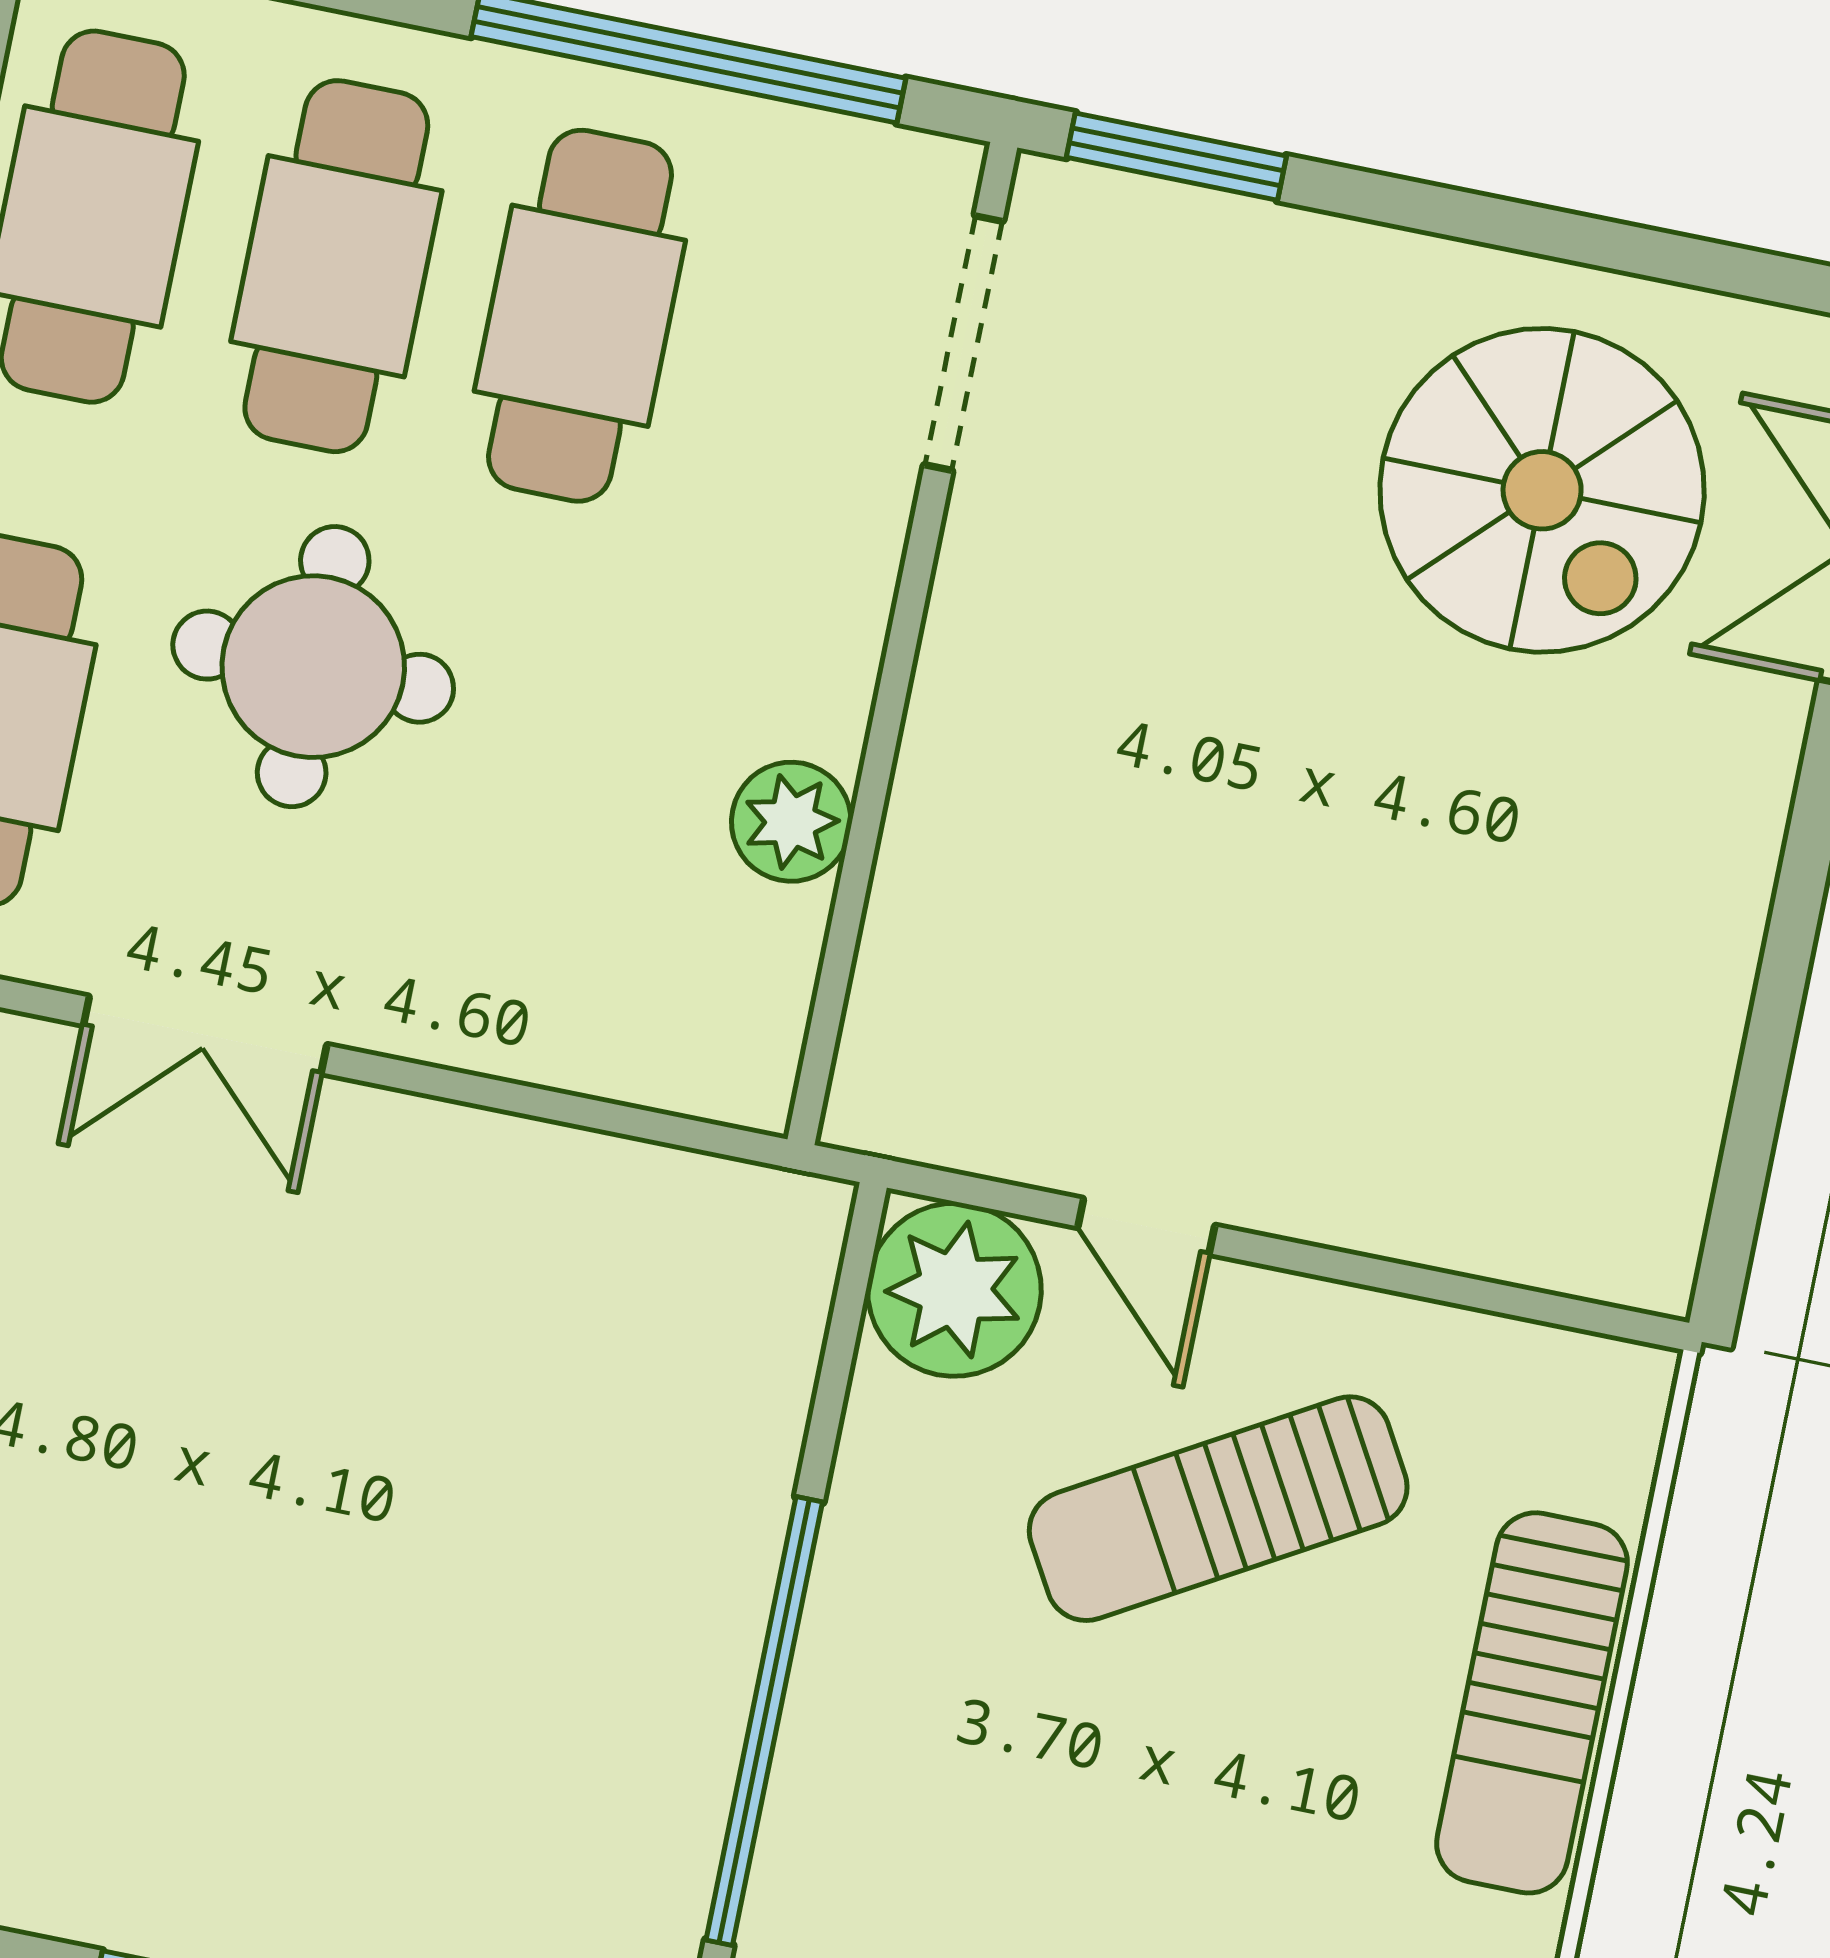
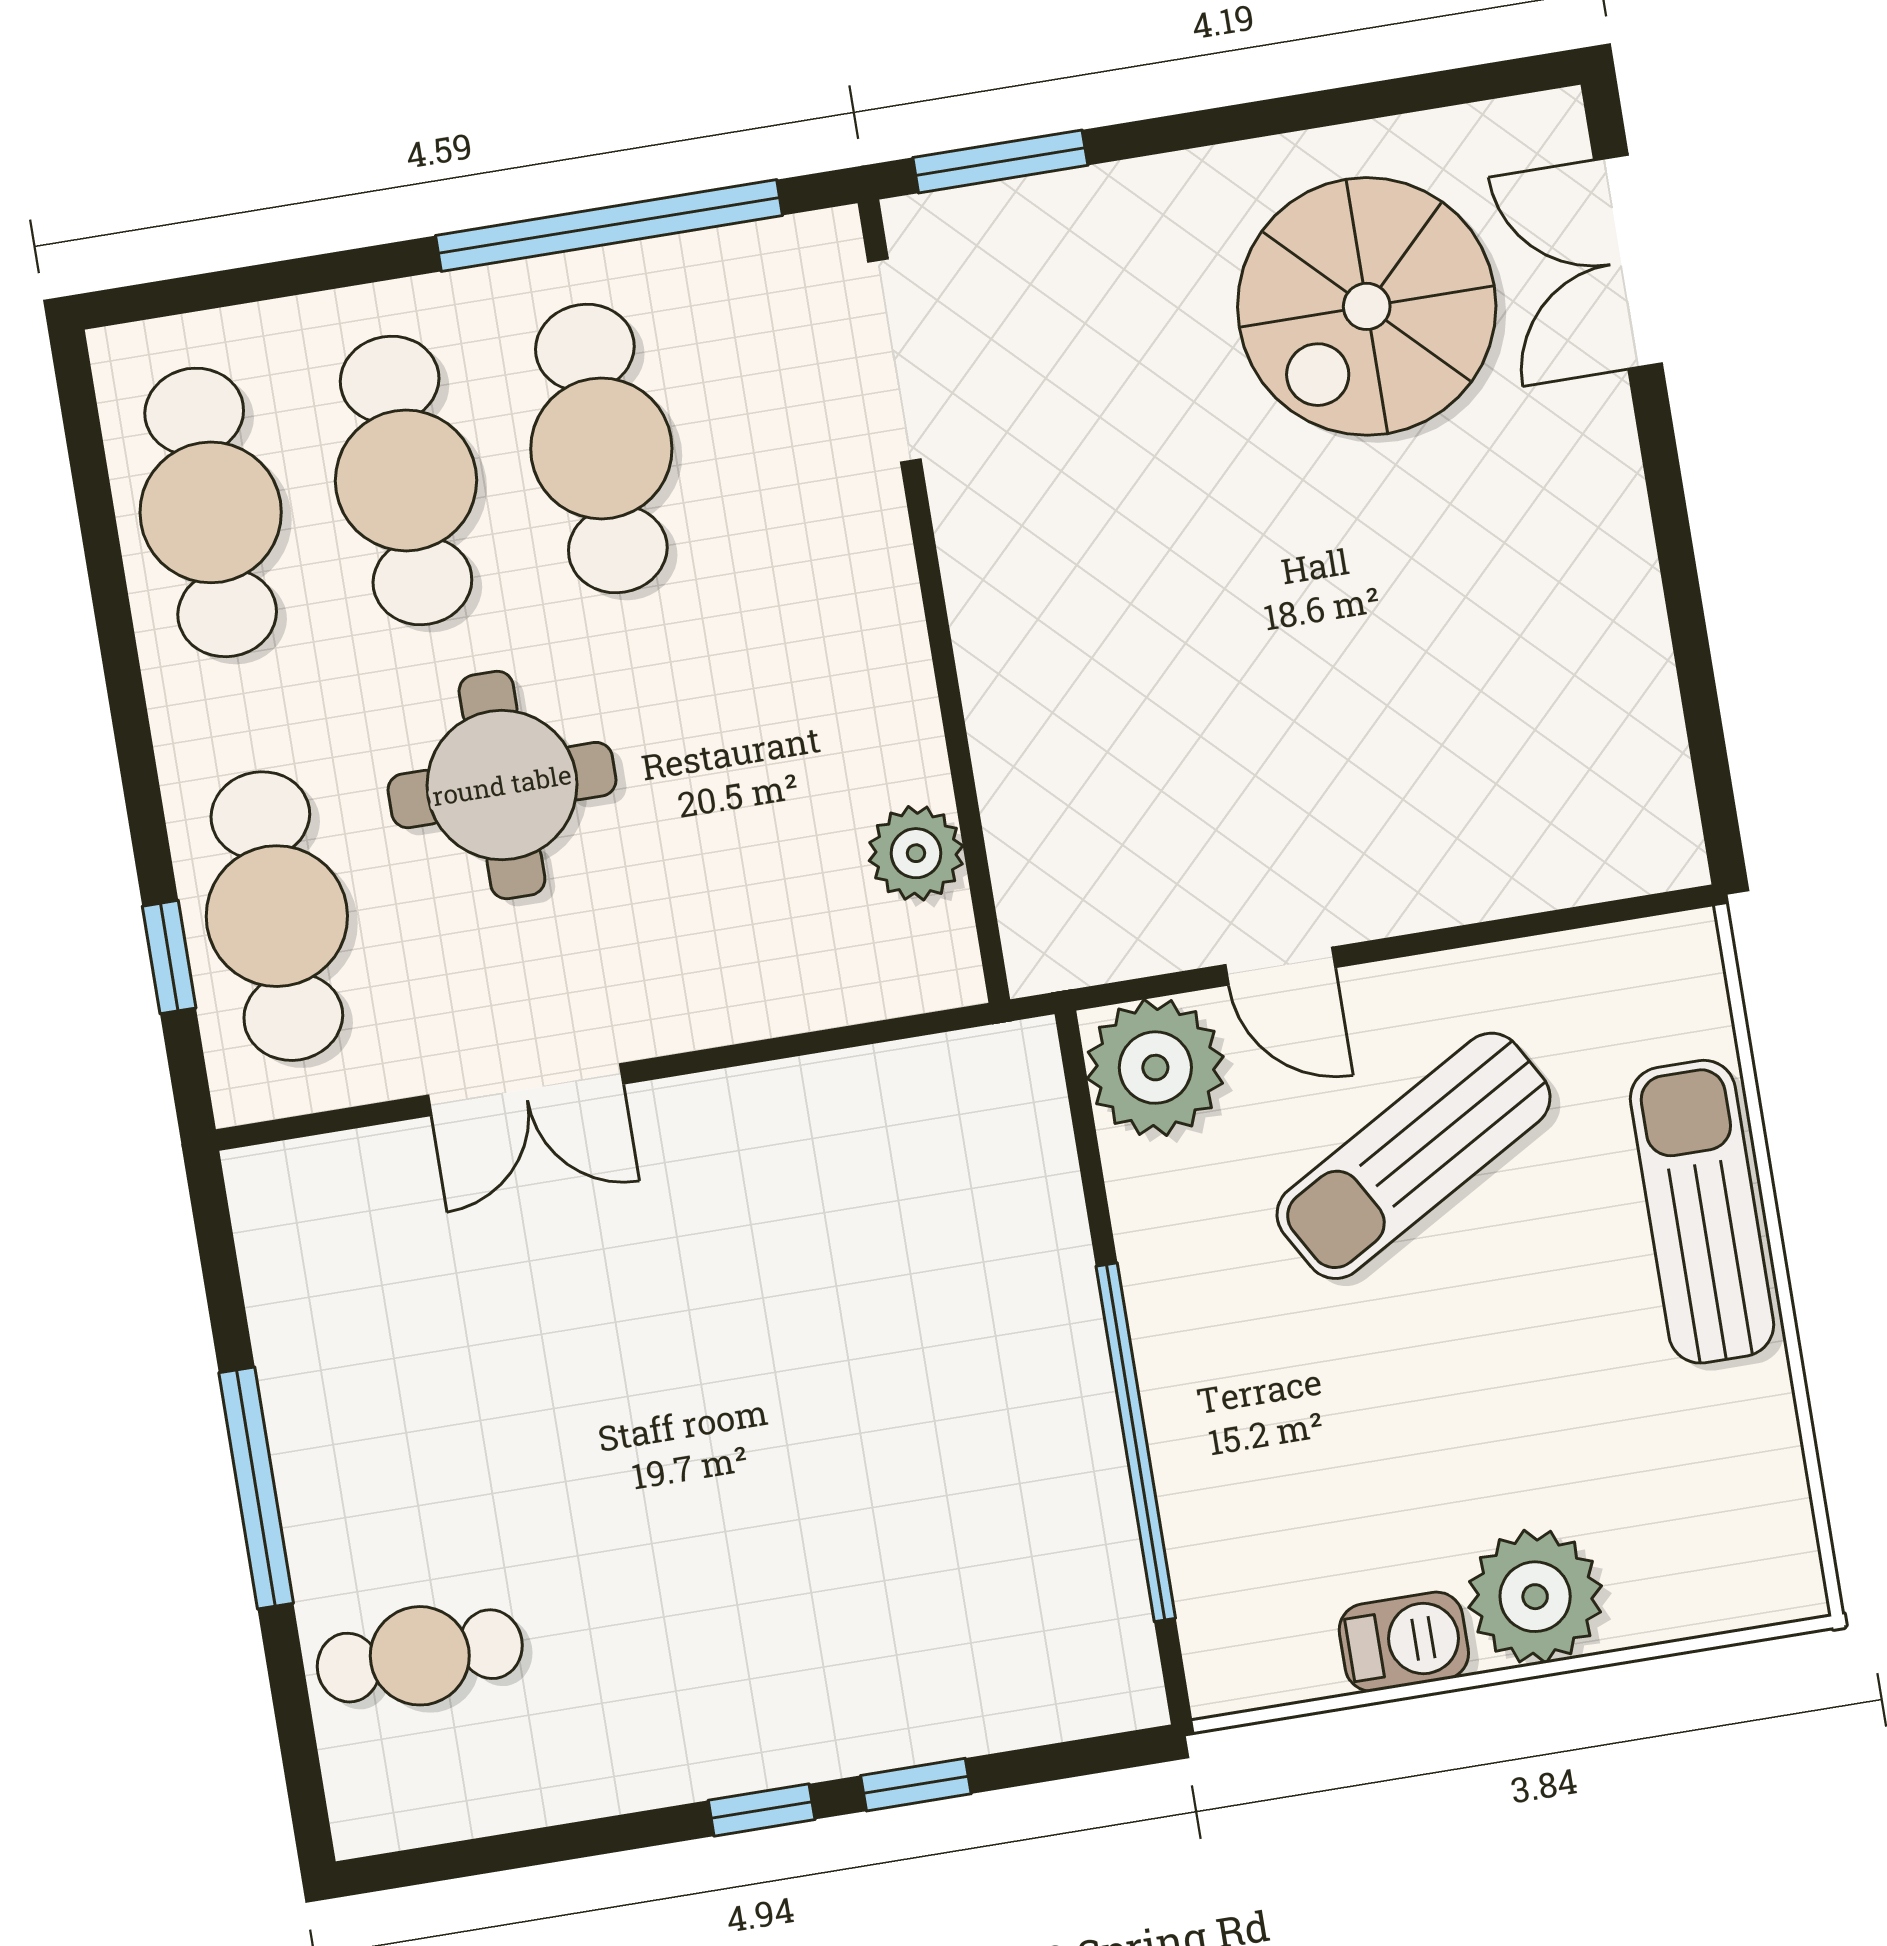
spiral stairs: (1542, 490) -> (1367, 306), turned 90
plant: (791, 822) -> (916, 853), moved
sun lounger: (1532, 1703) -> (1702, 1212), turned 180

